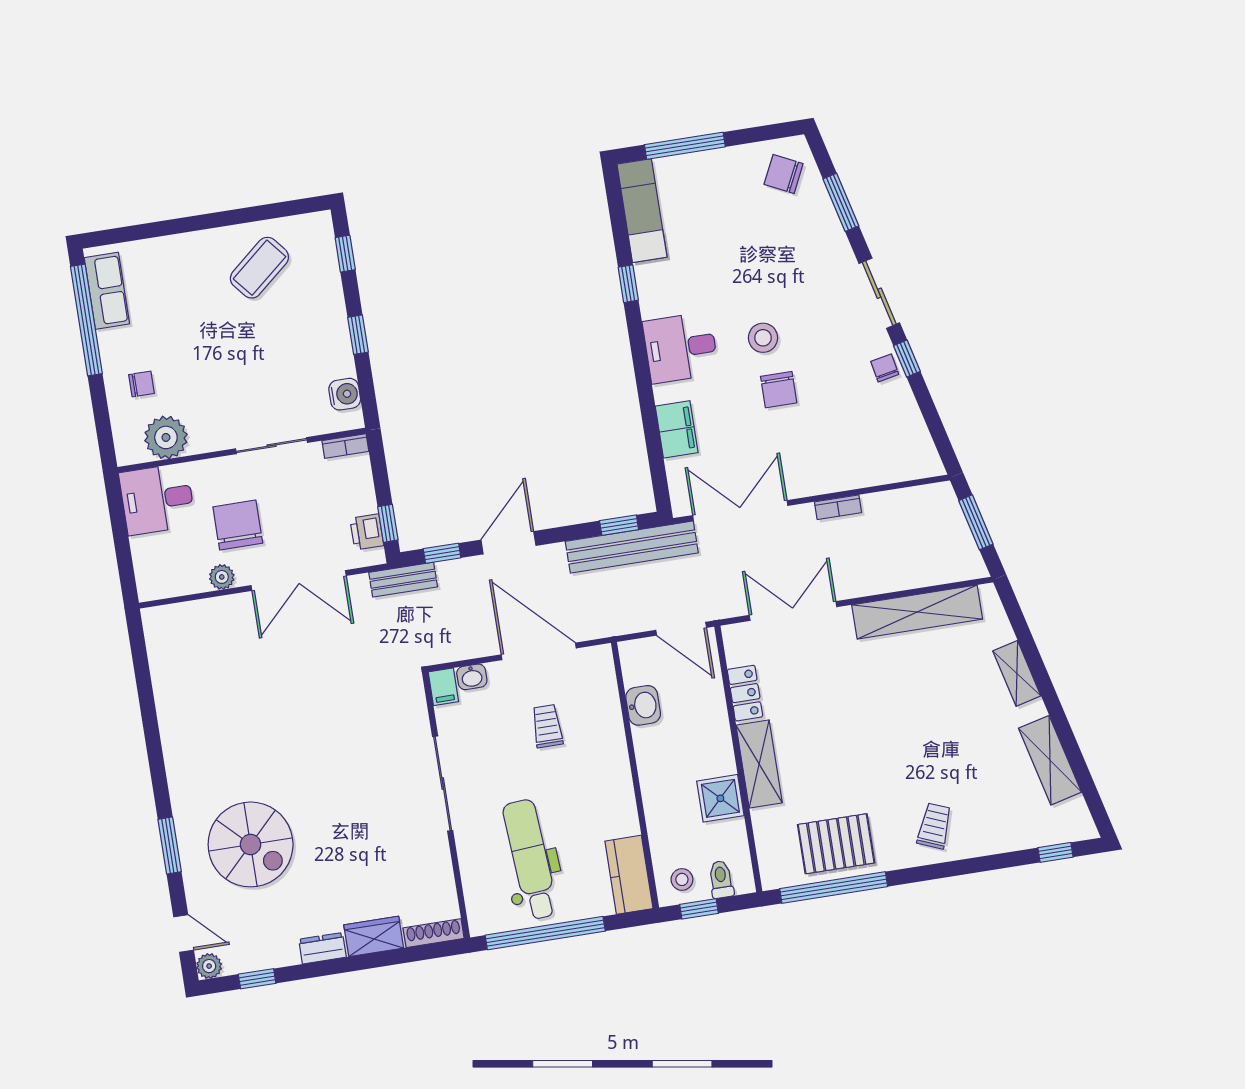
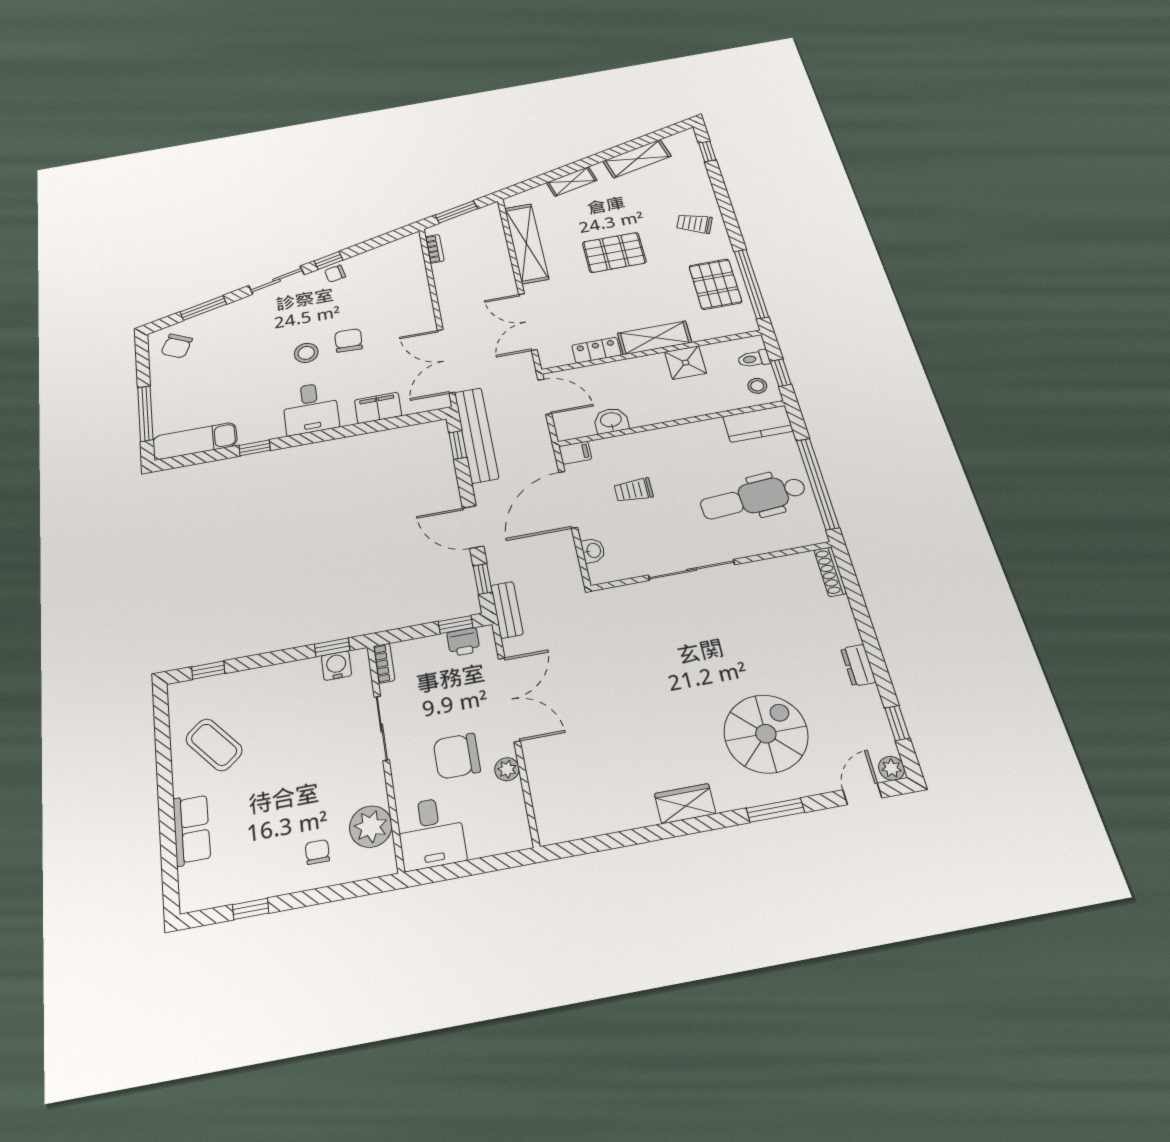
row of seats: (107, 291) -> (192, 829), moved, turned 90
window: (86, 320) -> (251, 909), width x0.32
window: (358, 335) -> (332, 647), moved
chair: (779, 390) -> (349, 340), turned -88
bookcase: (838, 507) -> (435, 249), moved
door: (681, 629) -> (545, 397), hinge flipped
filing cabinet: (443, 687) -> (575, 453), moved
pallet: (895, 722) -> (614, 252), added
wardrobe: (374, 936) -> (685, 804), moved, turned 90

